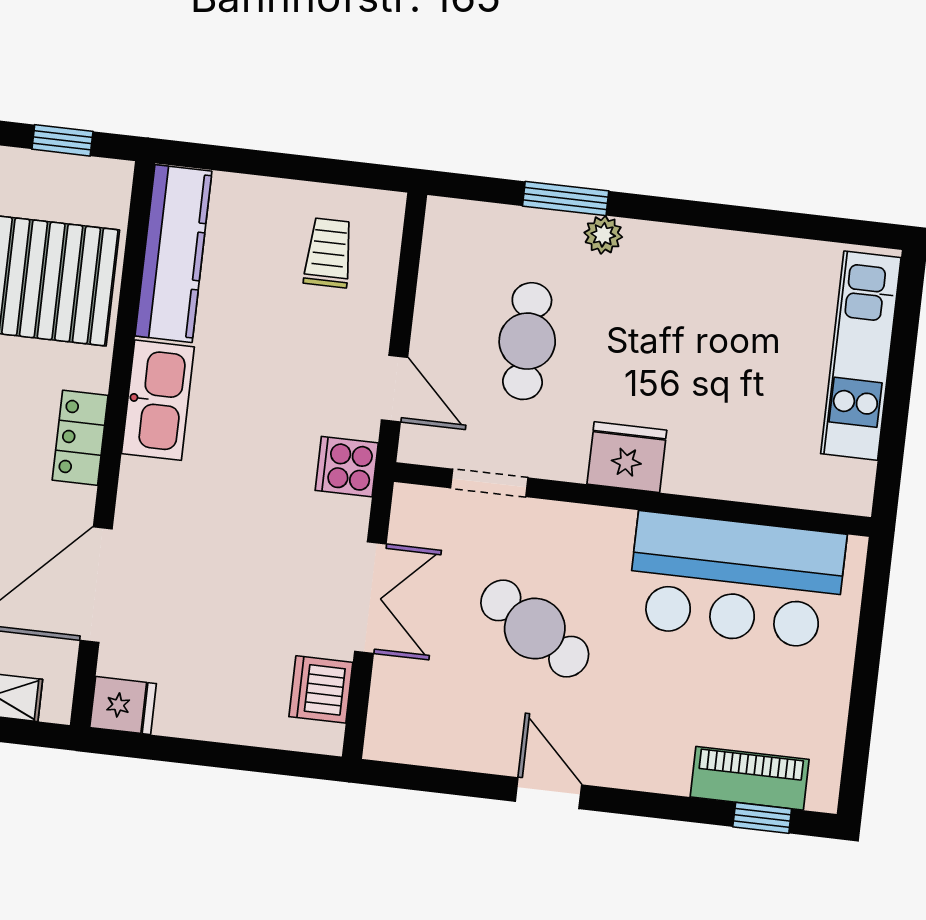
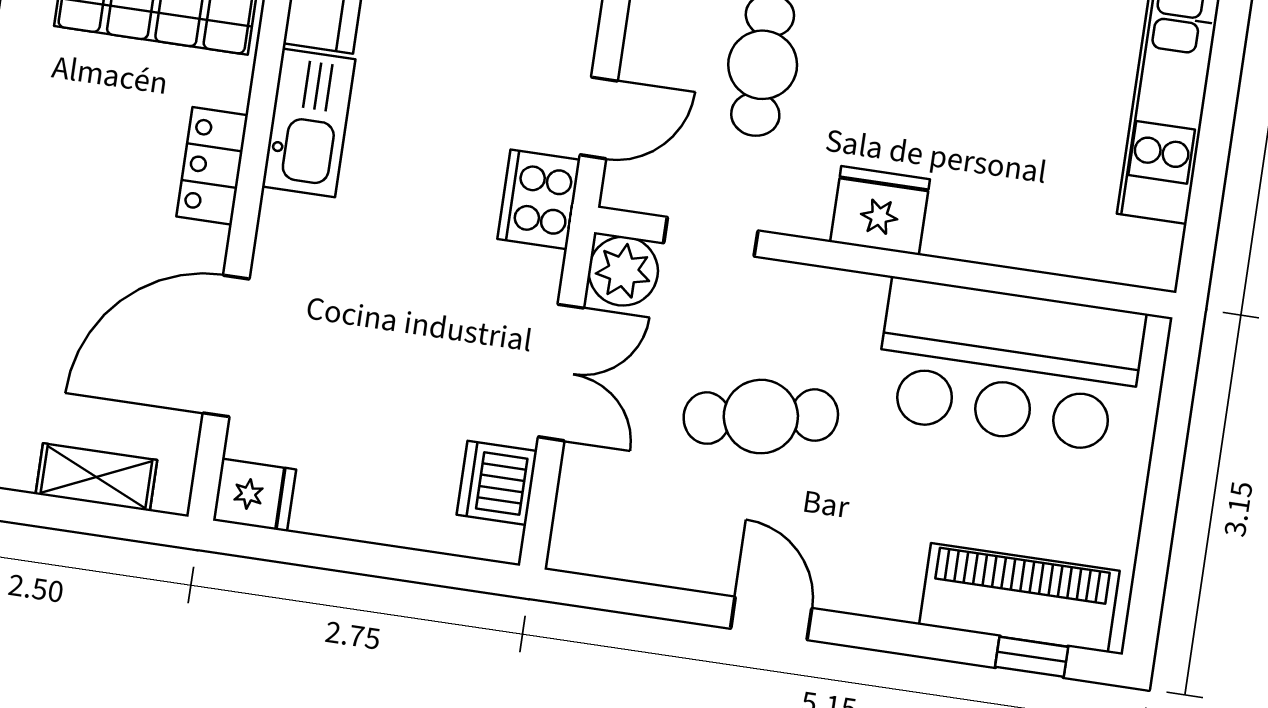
door: (395, 389) -> (599, 118), hinge flipped
cooker: (347, 467) -> (539, 199), width x1.36
plant: (419, 513) -> (623, 271), added
cafe table: (535, 629) -> (761, 417), turned -43
piano: (750, 778) -> (1019, 598), width x1.37, depth x1.33

